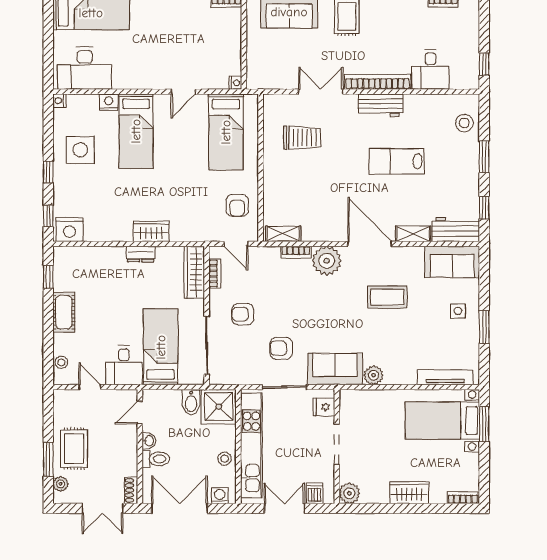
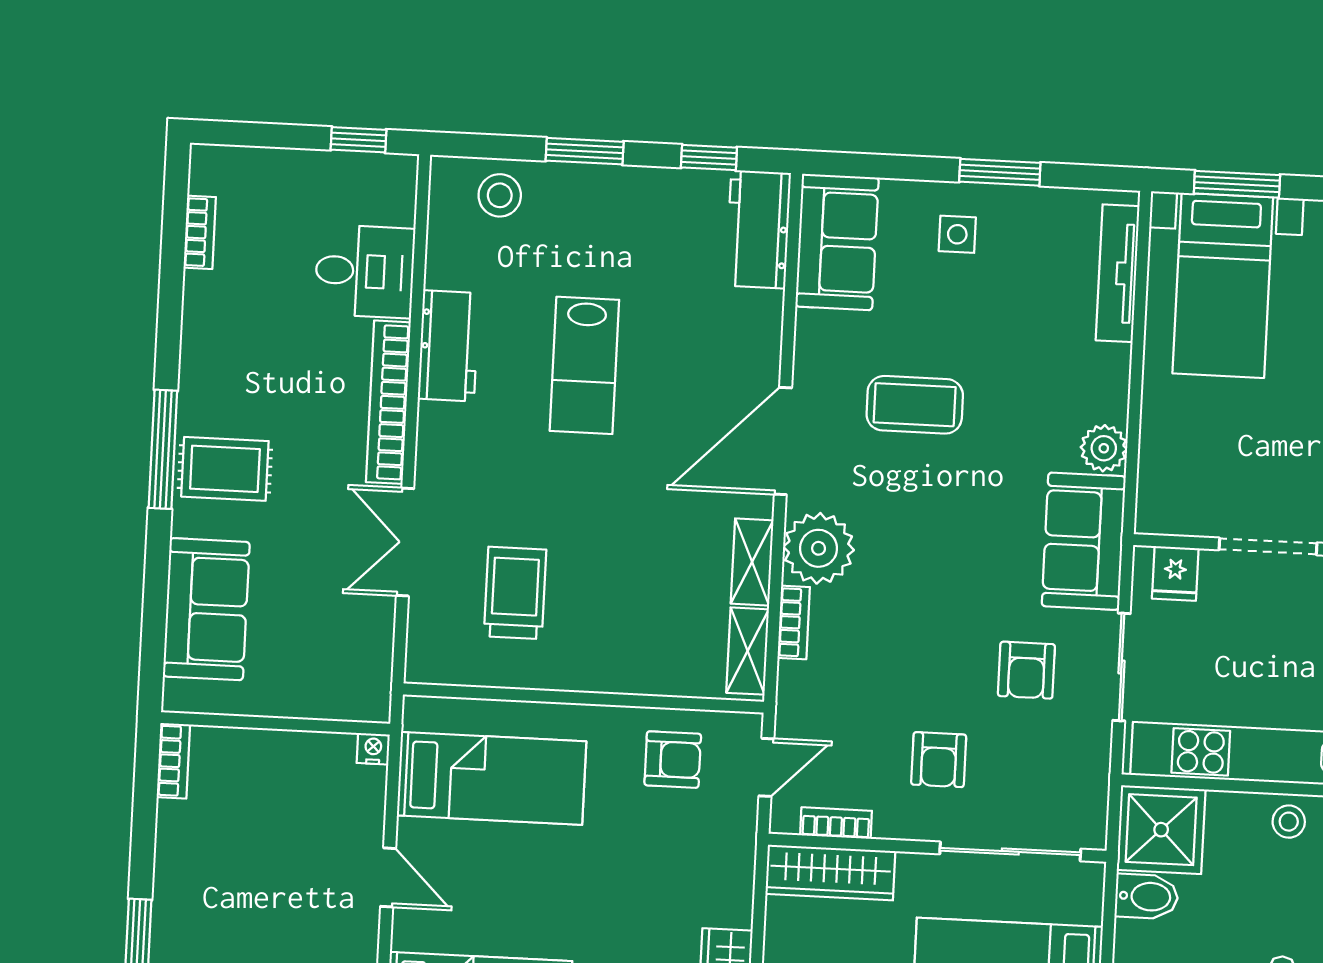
workbench: (381, 105) -> (449, 346), moved
shelving: (413, 234) -> (752, 562), moved
coffee table: (387, 297) -> (915, 405), turned 90

